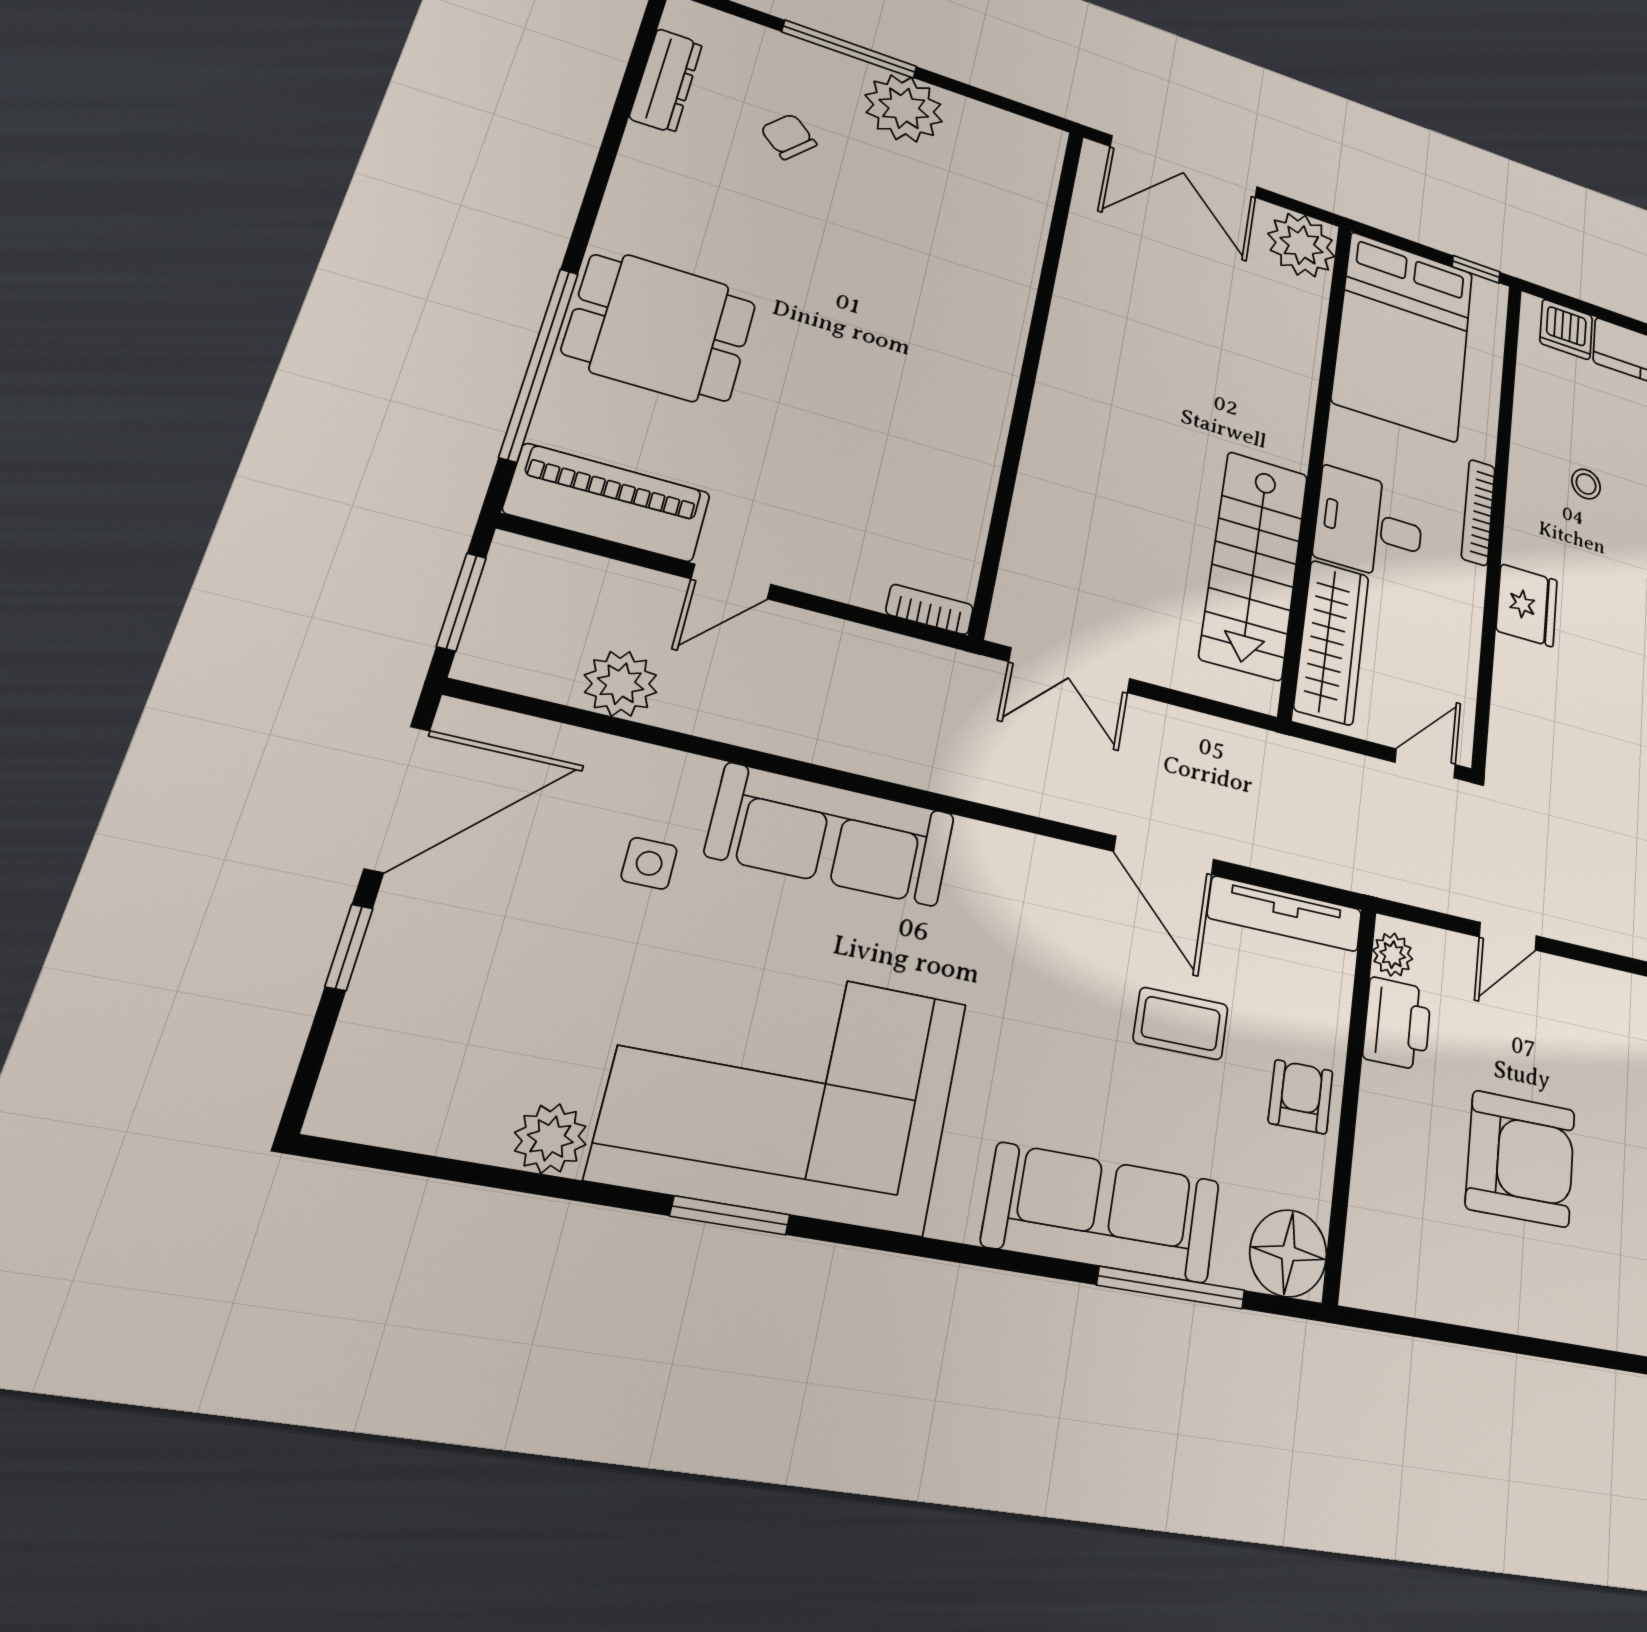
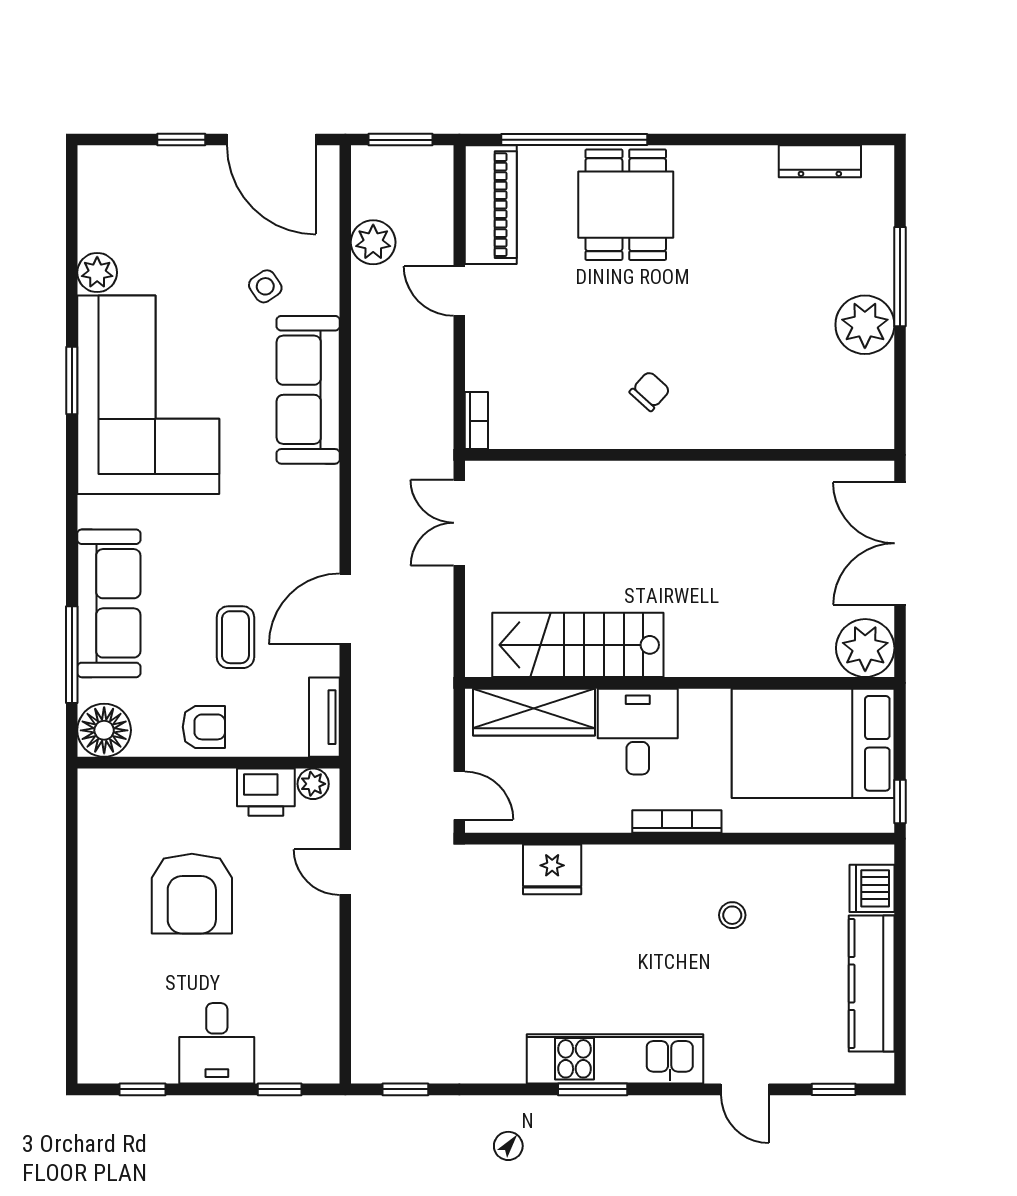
chair: (789, 137) -> (650, 391), moved
fridge: (1527, 605) -> (552, 869), moved
side table: (649, 863) -> (265, 286), turned -34
tv unit: (1285, 914) -> (324, 717), width x0.71

